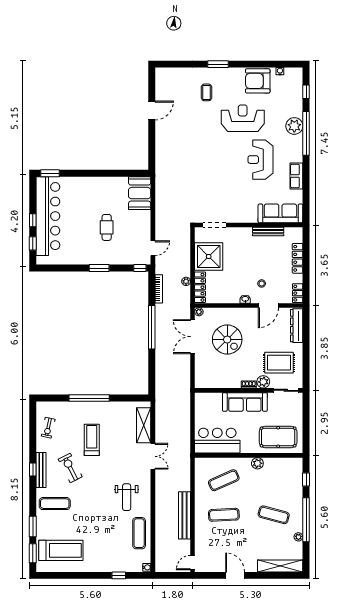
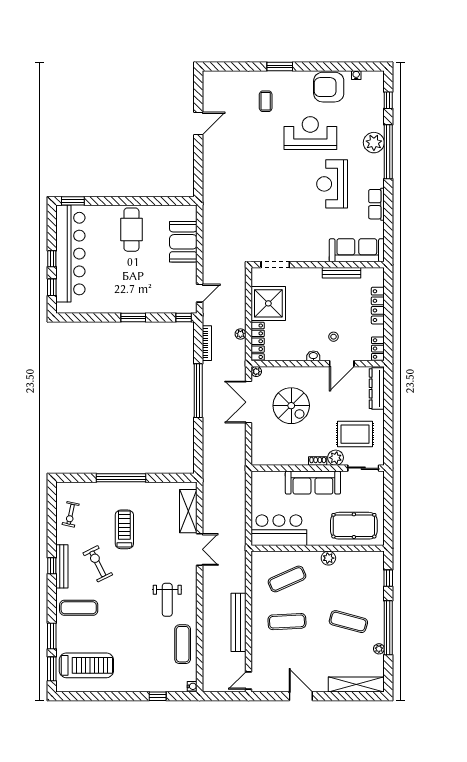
booth: (140, 193) -> (183, 242), moved
cafe table: (107, 227) -> (131, 230), moved, width x1.37, depth x1.35

